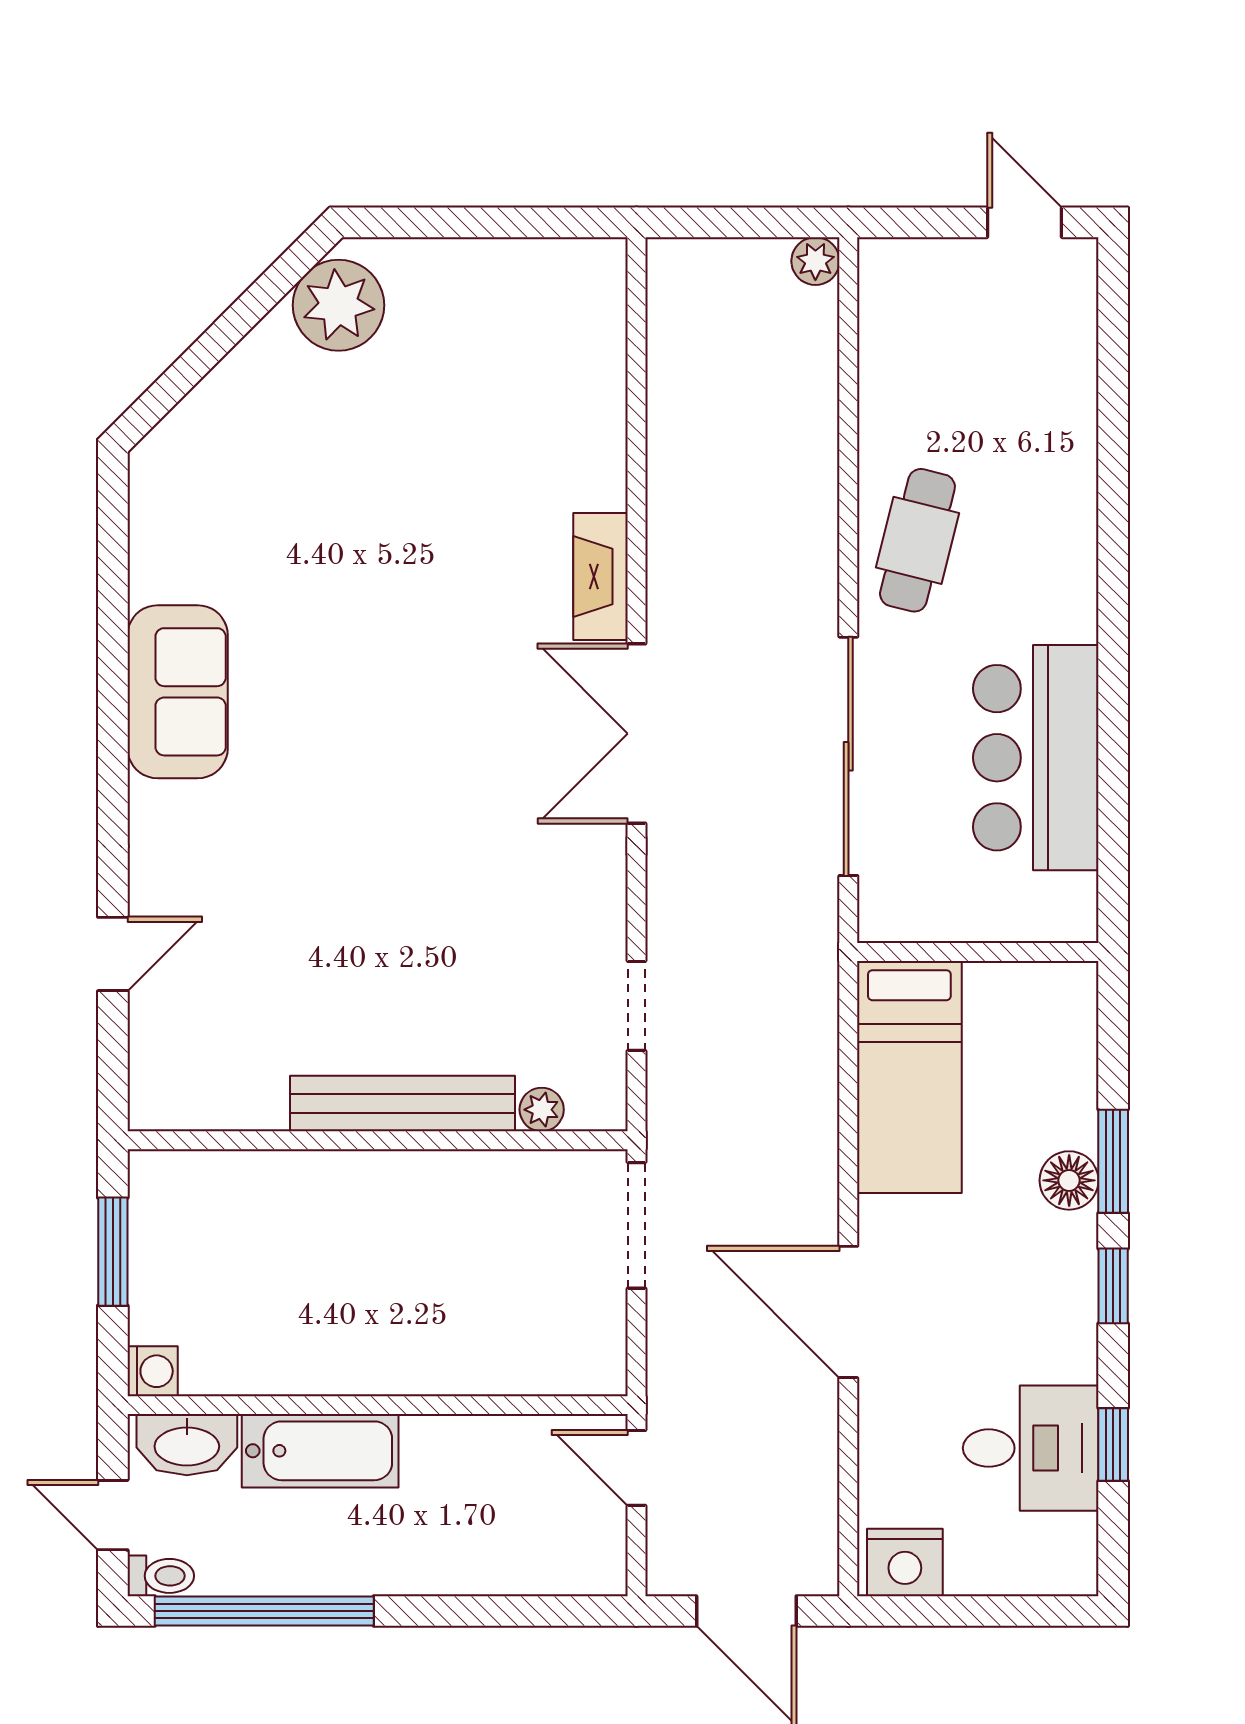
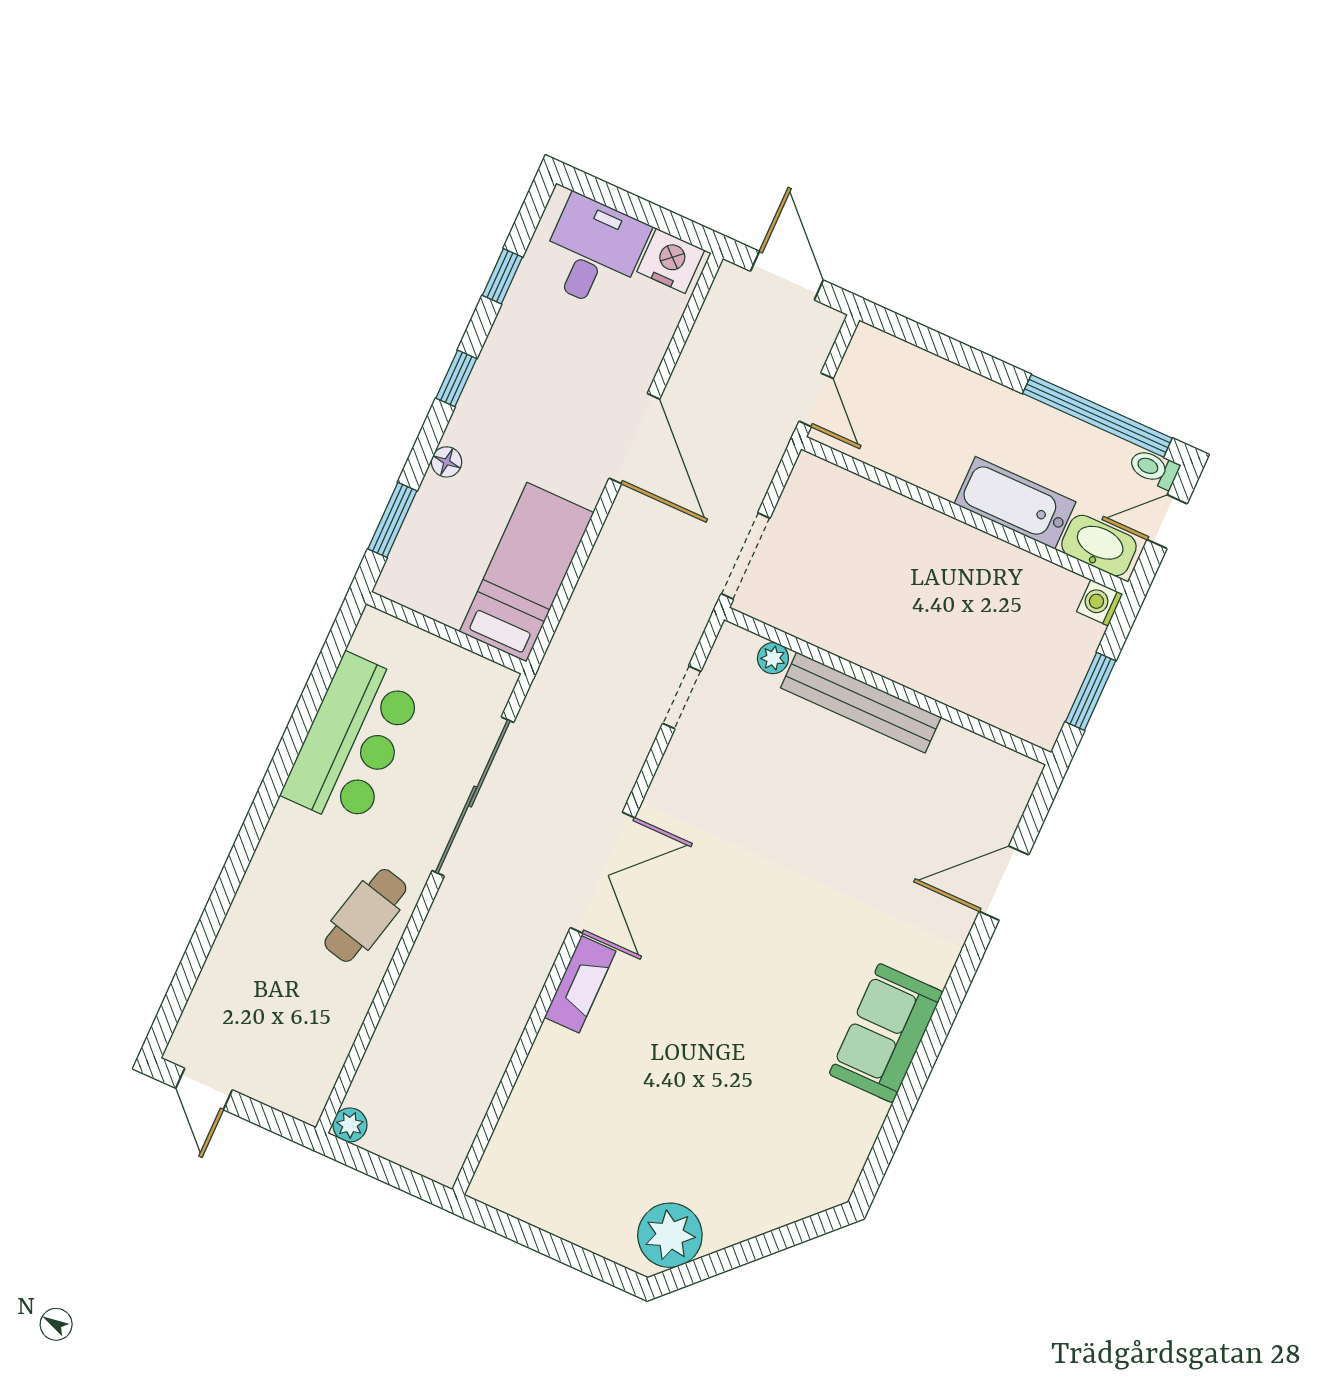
door: (113, 954) -> (1004, 883), width x1.38
window: (1113, 1161) -> (392, 520), moved
floor lamp: (1069, 1180) -> (447, 462), width x0.73, depth x0.73
desk: (1031, 1448) -> (593, 252), moved, turned 90
door: (113, 1515) -> (1167, 522), swing flipped

